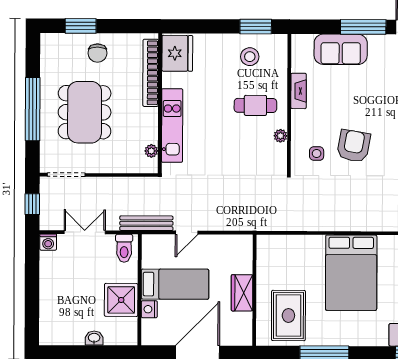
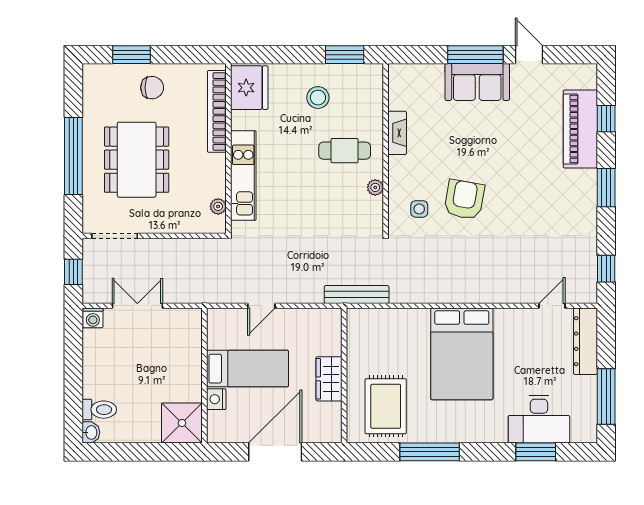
sofa: (341, 49) -> (477, 82), moved
chair: (97, 53) -> (152, 88), turned -90
stool: (250, 57) -> (318, 98), moved
bench: (146, 223) -> (357, 294), moved
toilet: (124, 248) -> (99, 410), moved, turned -90
shower: (121, 300) -> (182, 423), moved
washbasin: (94, 338) -> (91, 432), moved, turned 90

